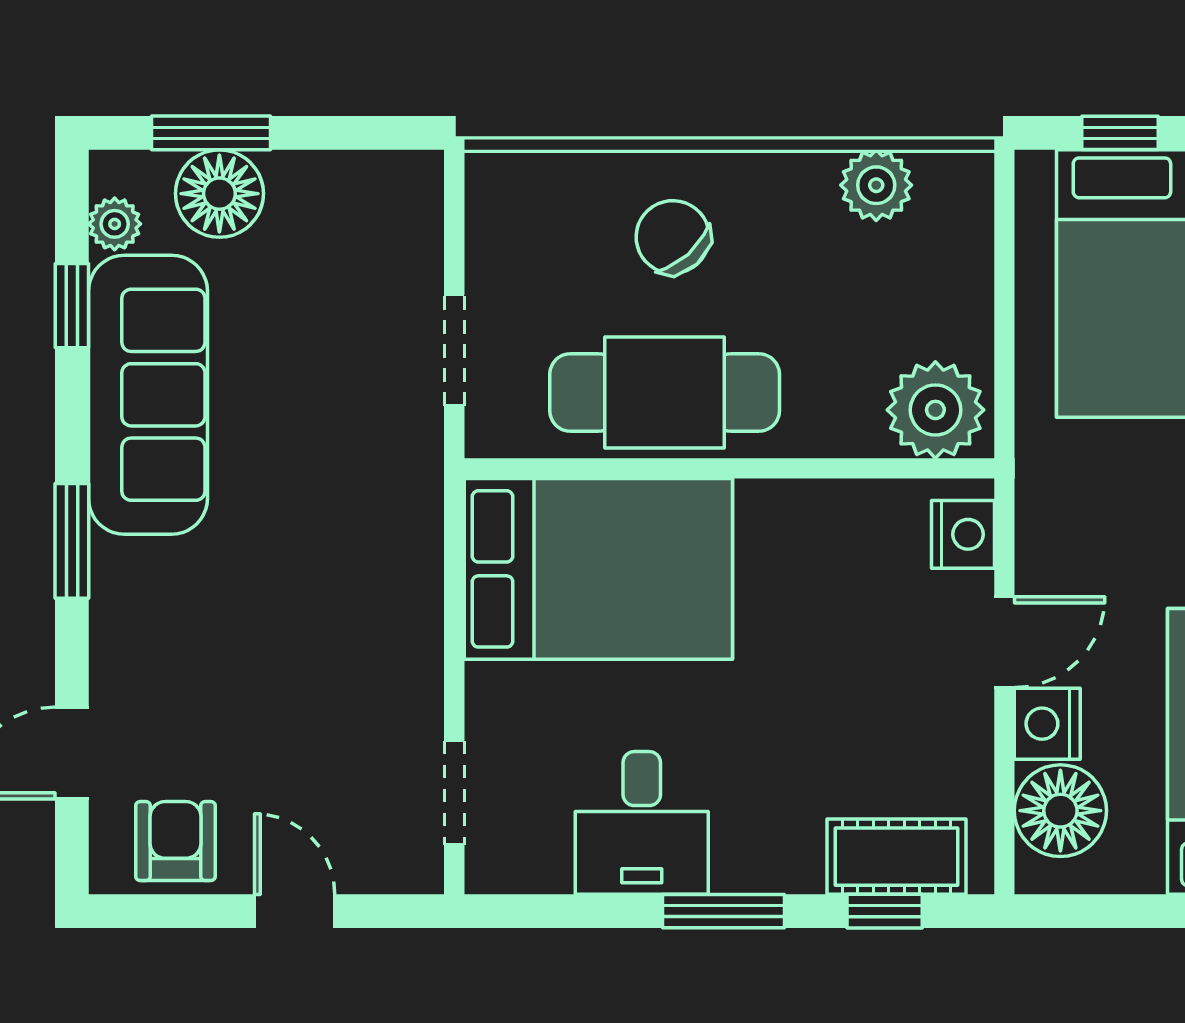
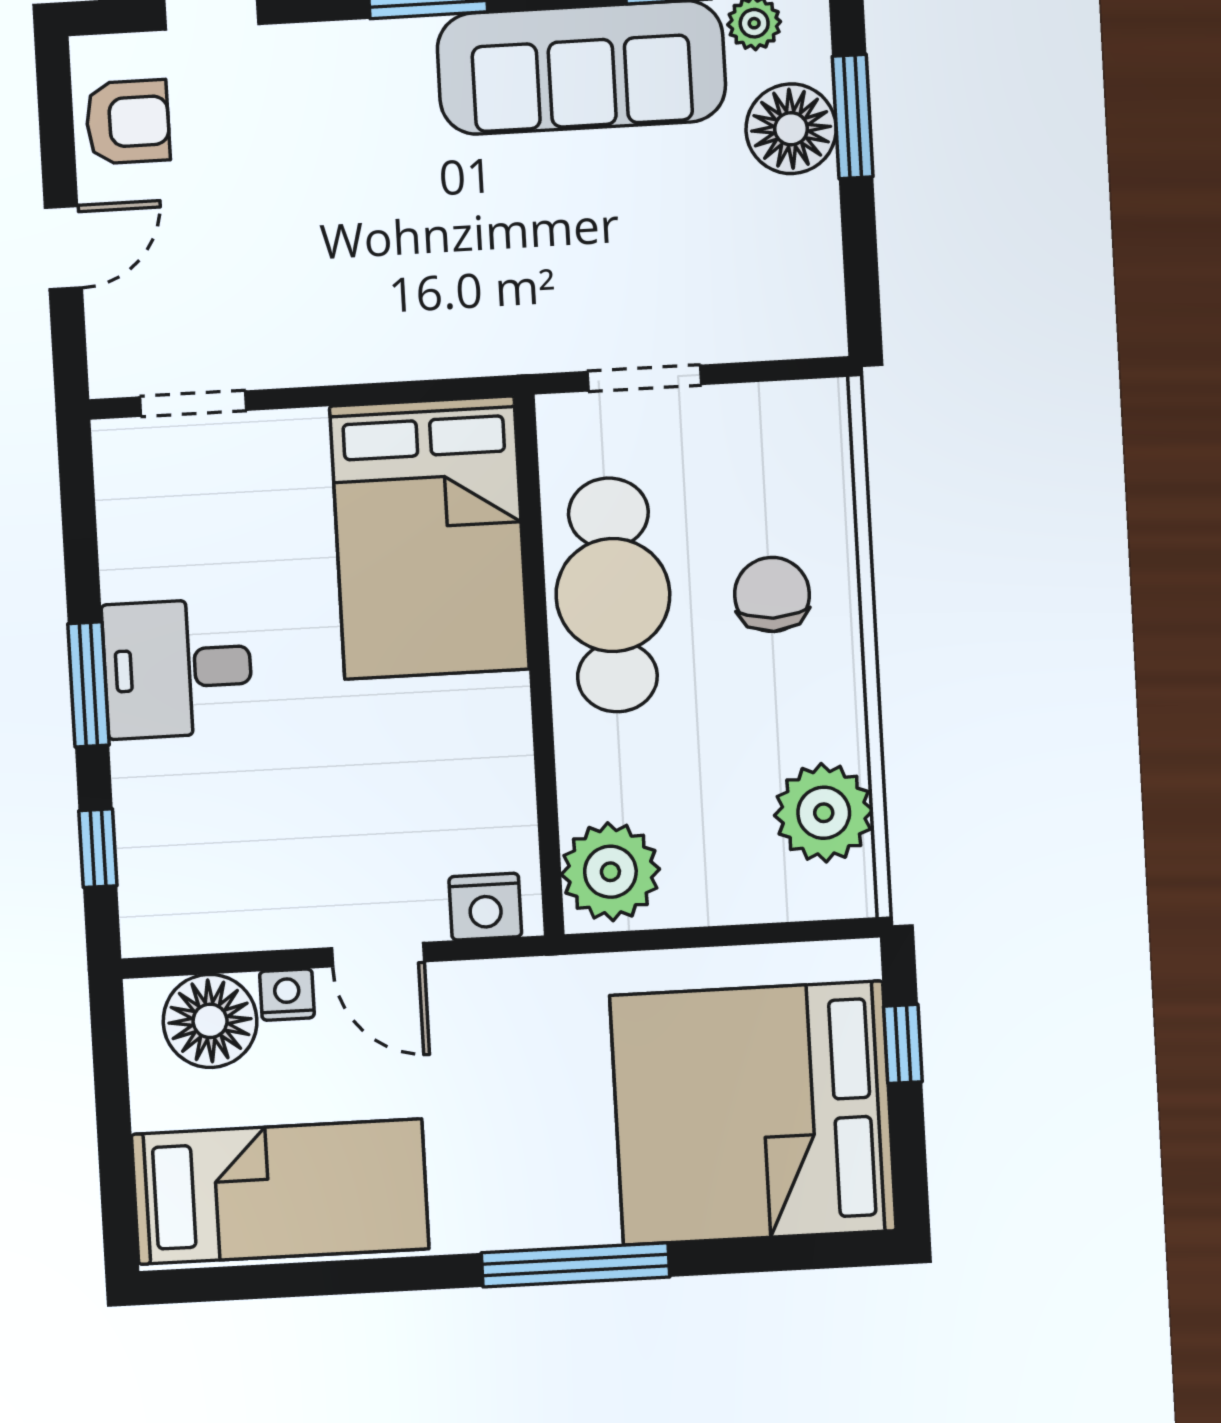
plant: (876, 185) -> (824, 813), width x1.36, depth x1.36
chair: (673, 237) -> (772, 594), turned -48
nightstand: (1047, 724) -> (287, 995), width x0.72, depth x0.74
desk: (642, 823) -> (178, 668), moved
cot: (896, 857) -> (154, 857), removed

